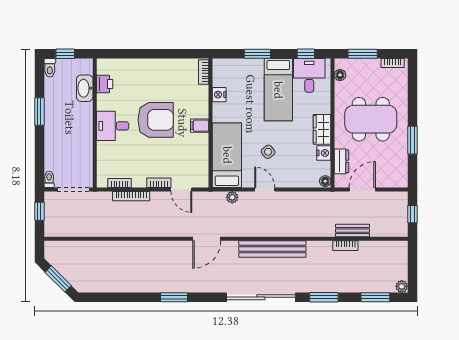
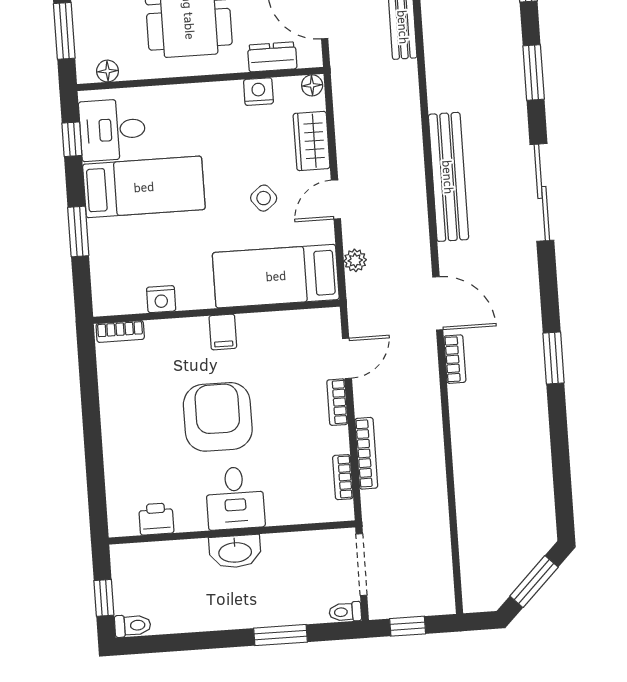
washbasin: (85, 88) -> (235, 552), moved
window: (39, 112) -> (281, 635), moved
wardrobe: (322, 129) -> (312, 141), moved, turned 90
bookcase: (345, 246) -> (455, 359), moved
sliding door: (261, 297) -> (542, 192), width x0.73

